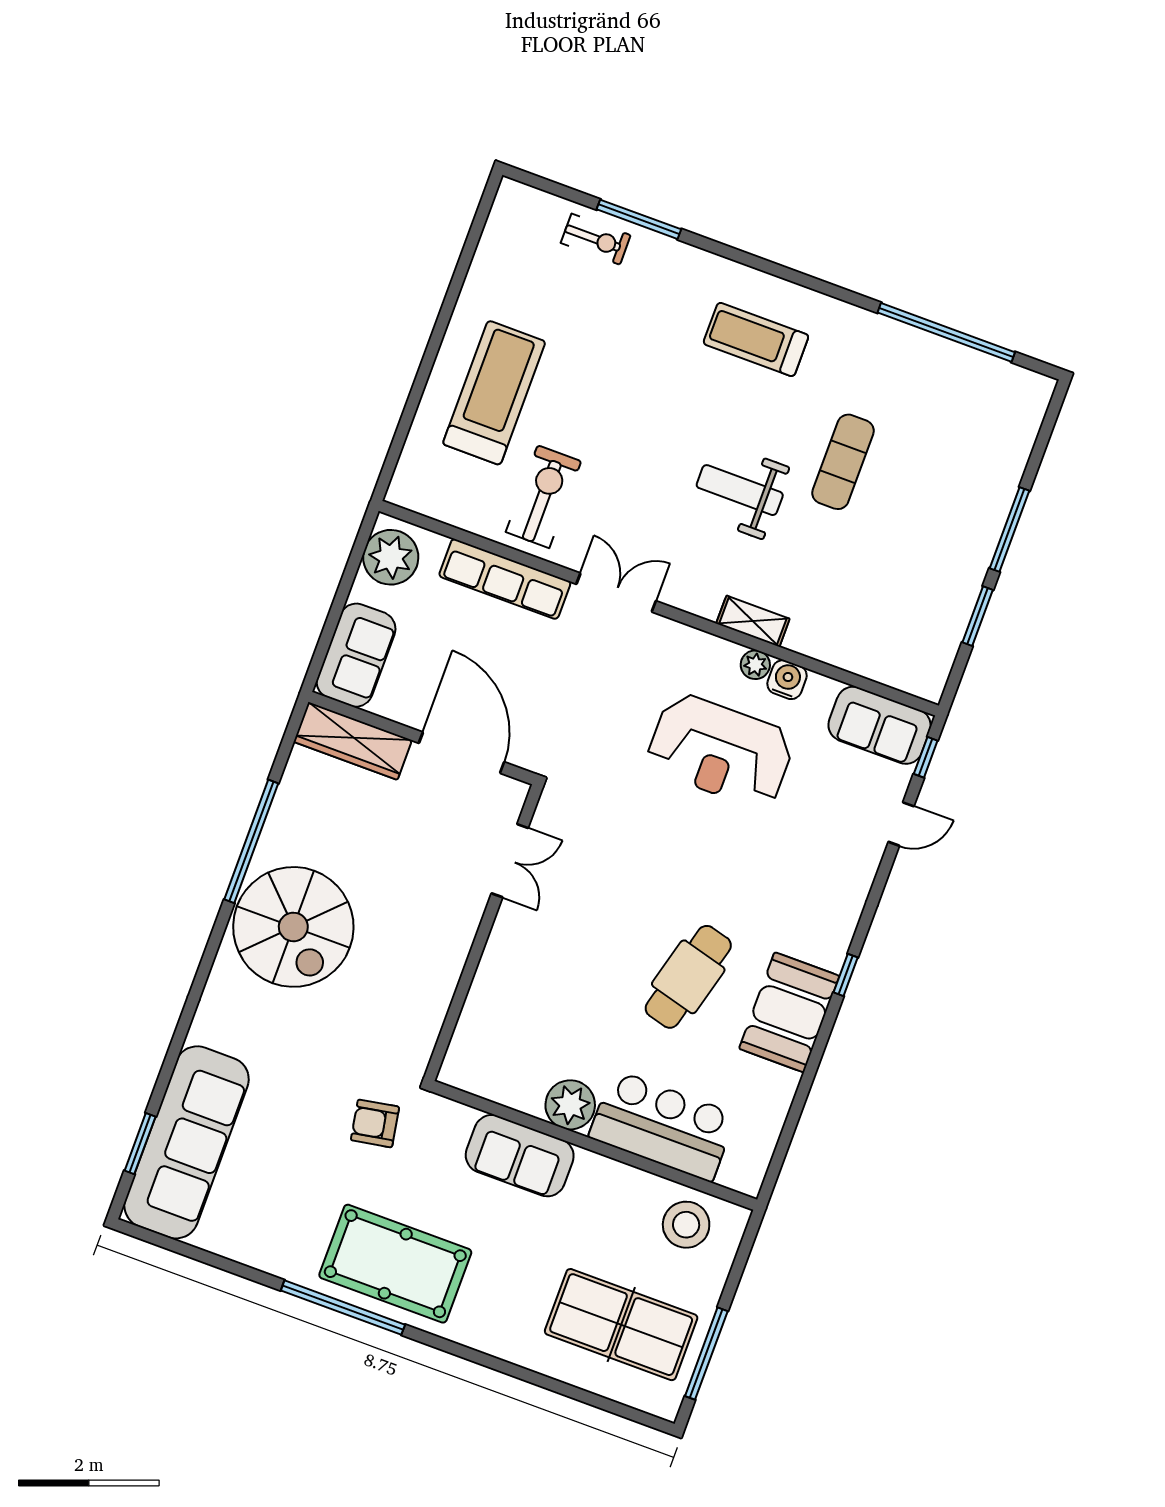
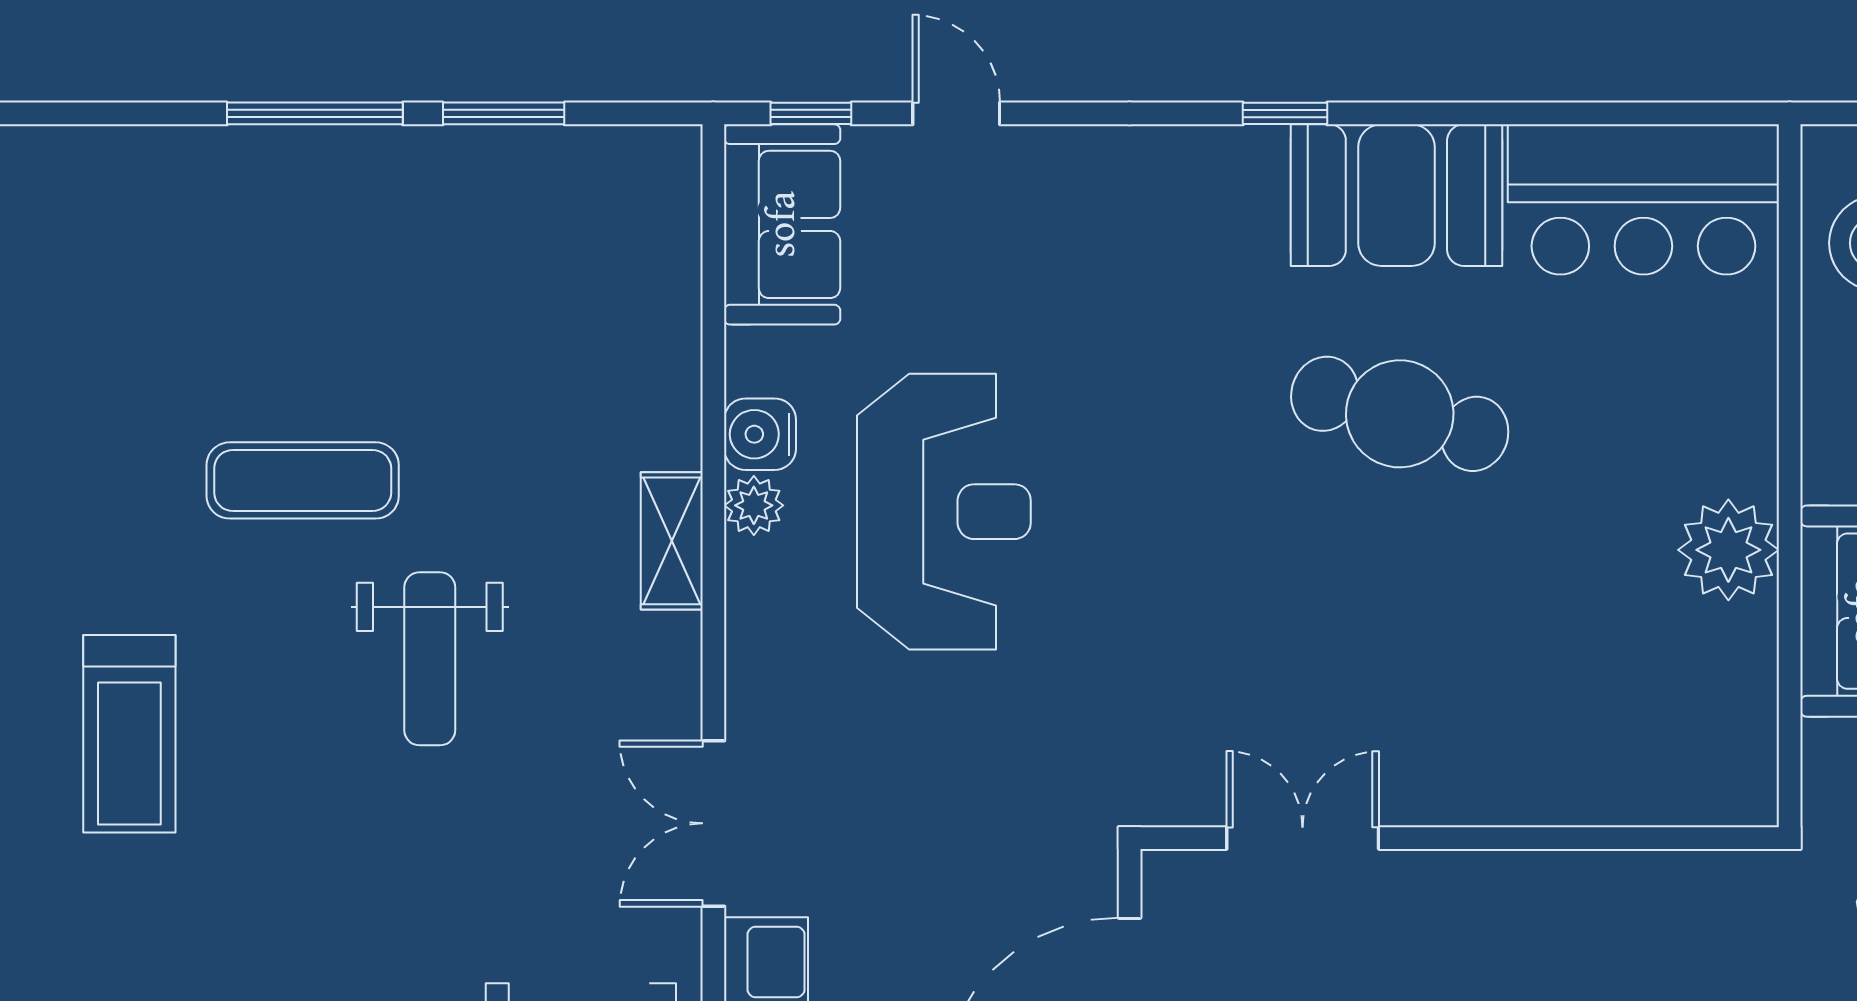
bar counter: (662, 1126) -> (1643, 199), moved, turned -90

